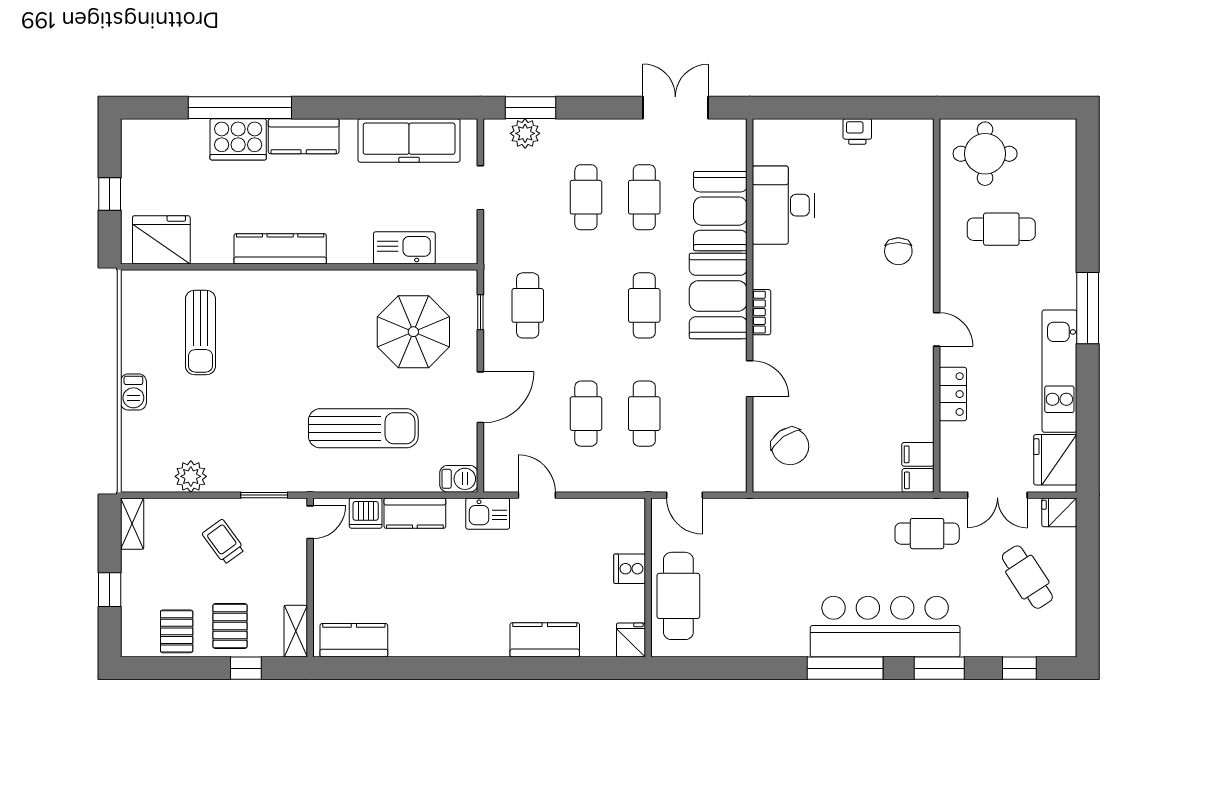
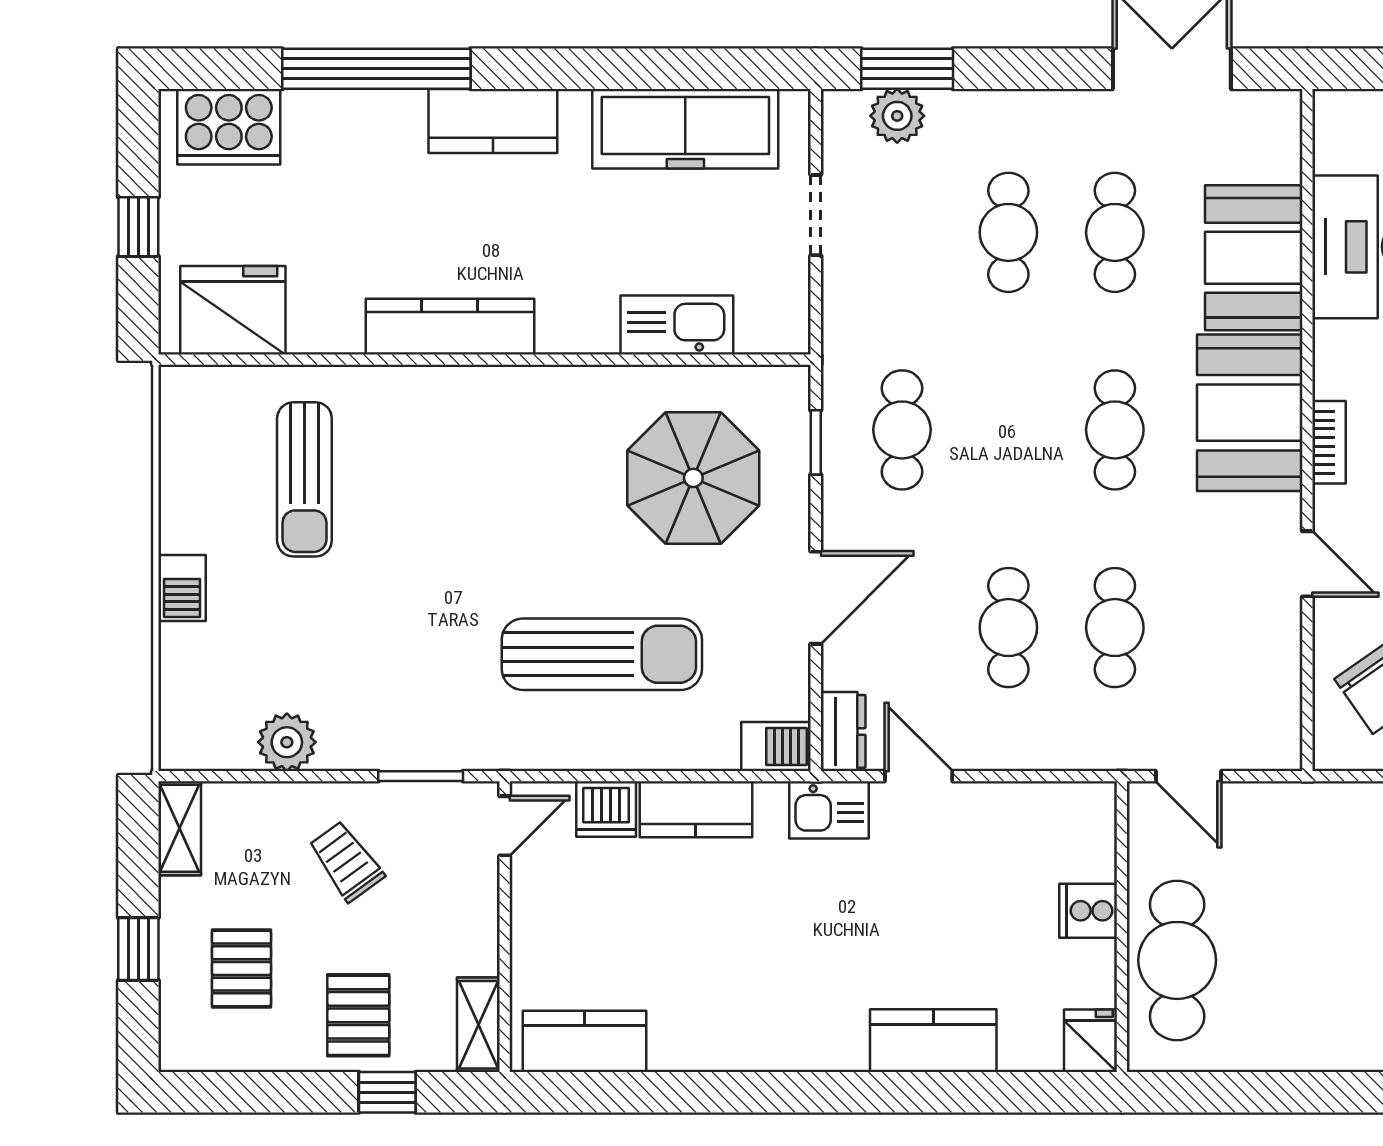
cooker: (238, 139) -> (229, 127), moved
dresser: (495, 471) -> (843, 731), added
pallet: (177, 631) -> (241, 968), moved

